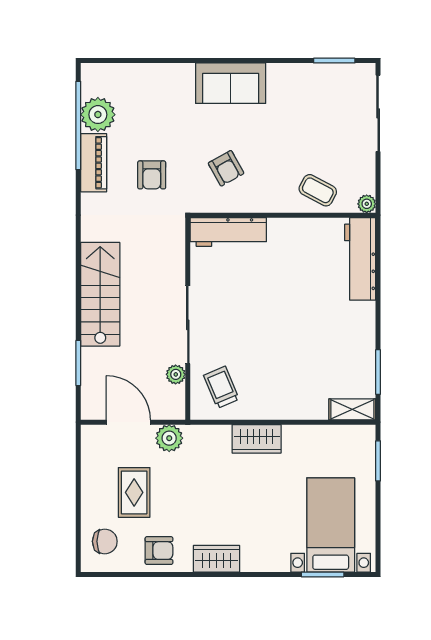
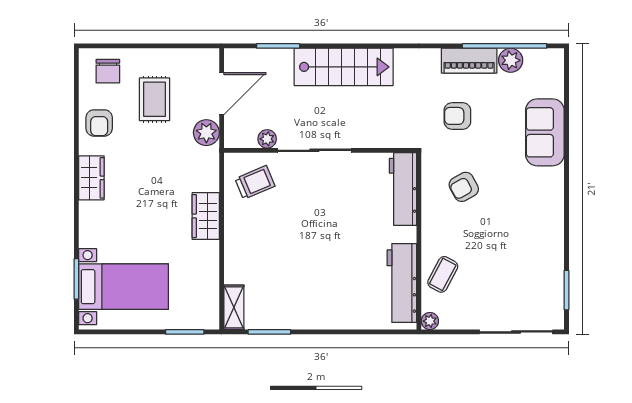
sofa: (231, 83) -> (545, 132), moved
plant: (98, 115) -> (511, 60), width x0.73, depth x0.73
workbench: (360, 259) -> (402, 283), moved, turned -90
rug: (134, 492) -> (155, 99), turned 90

